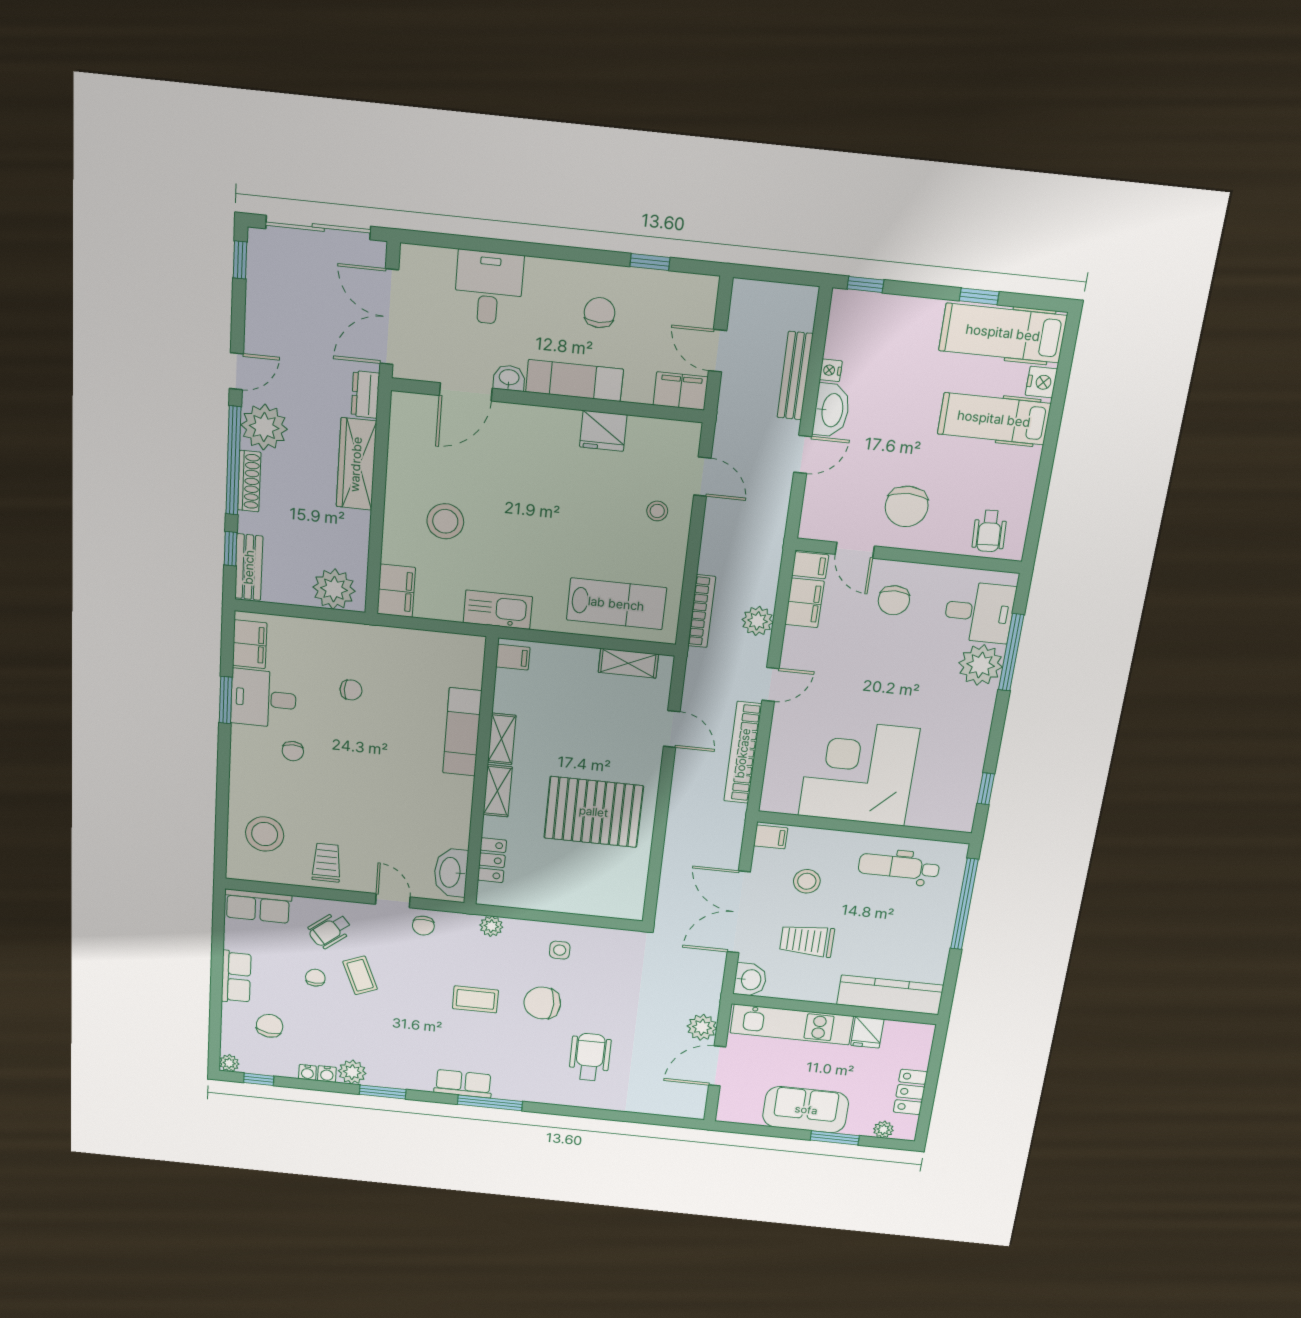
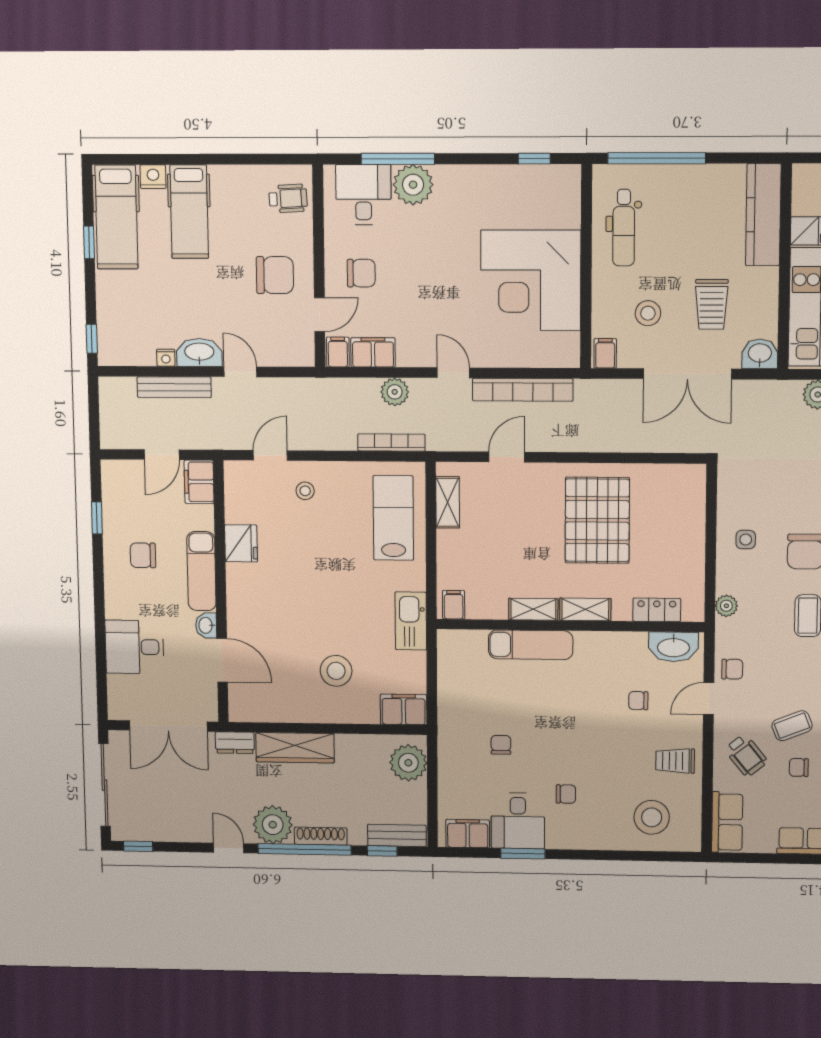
chair: (394, 833) -> (638, 701), added

